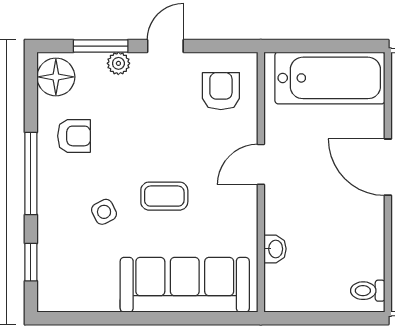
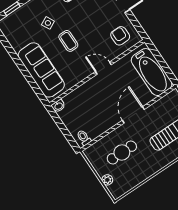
armchair: (221, 91) -> (120, 36), turned -90
washbasin: (275, 249) -> (58, 106), moved

